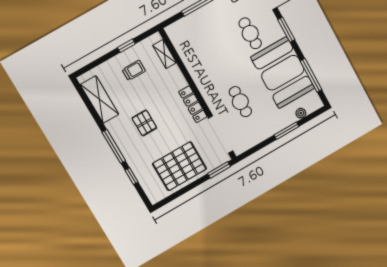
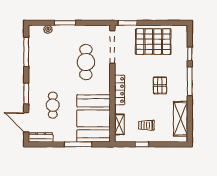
booth: (283, 73) -> (94, 118), moved
cafe table: (240, 102) -> (86, 62), width x1.37, depth x1.35
locker: (193, 104) -> (120, 90), moved

